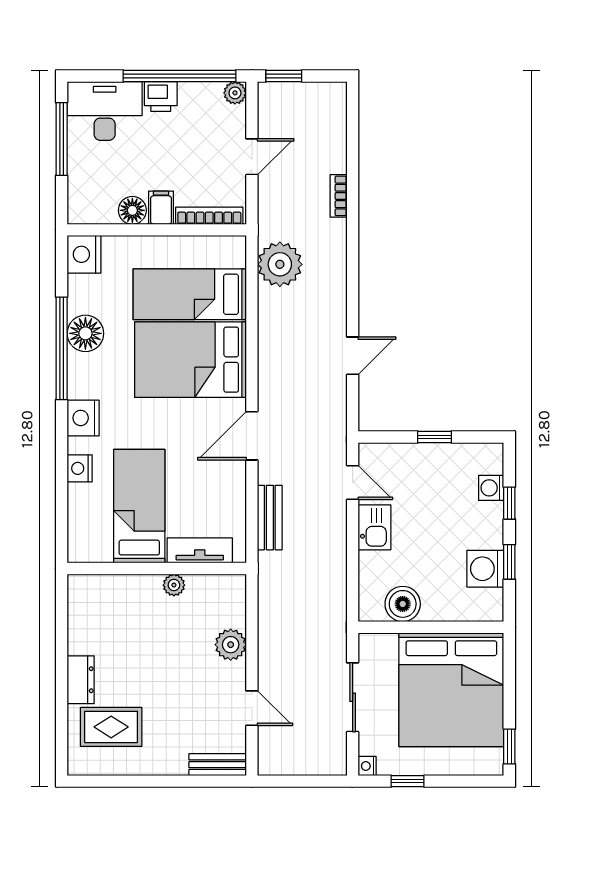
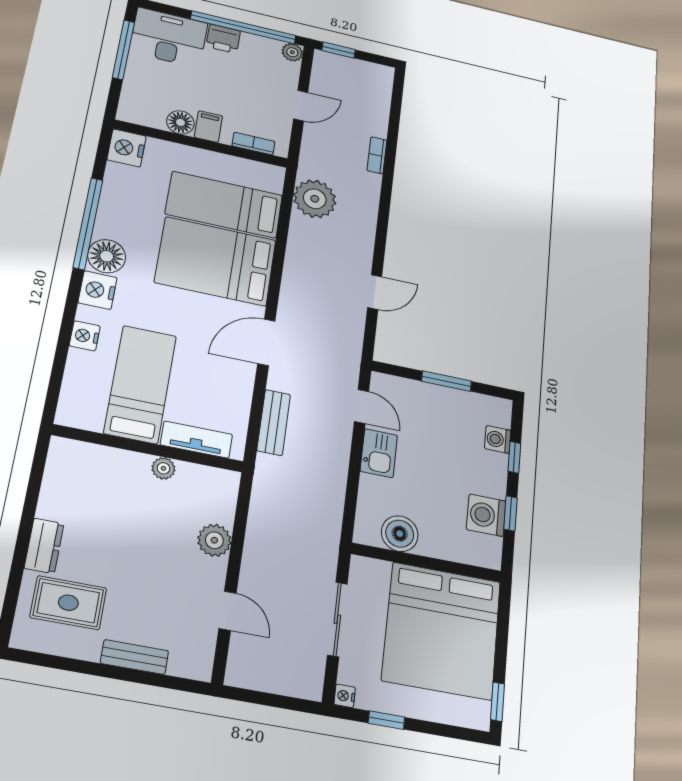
bookcase: (209, 216) -> (253, 144), width x0.64
floor lamp: (85, 333) -> (107, 256), moved
window: (435, 437) -> (446, 381), width x1.50
bench: (218, 765) -> (135, 657), moved

